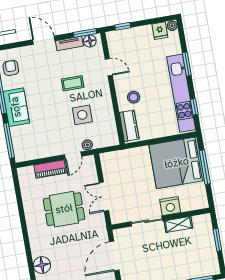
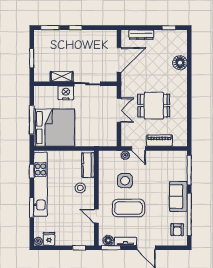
coffee table: (73, 83) -> (129, 208), width x1.86, depth x1.72
door: (73, 156) -> (139, 148), swing flipped

